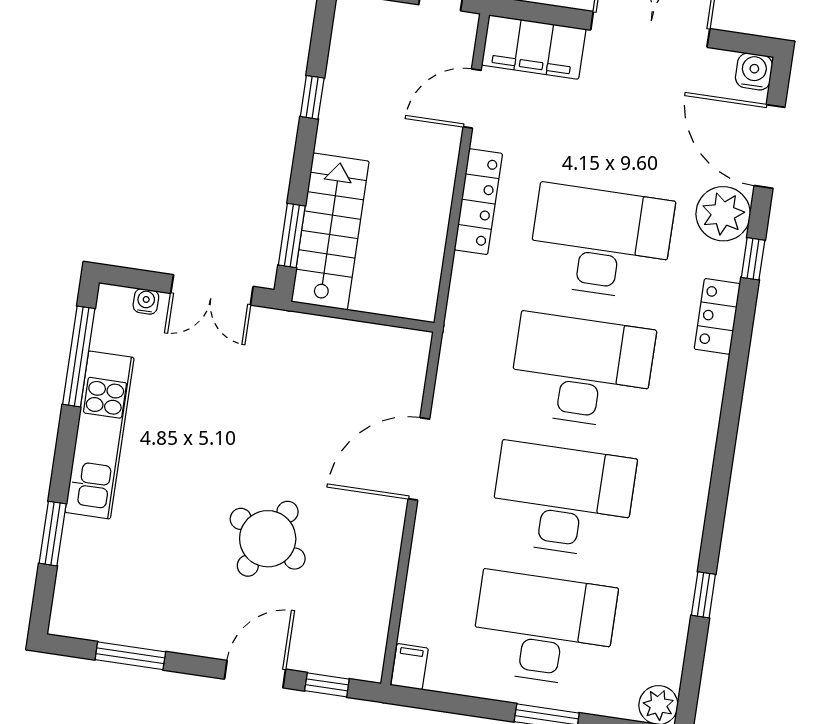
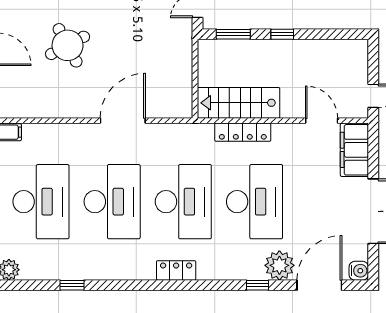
window: (312, 97) -> (282, 34), moved
locker: (478, 202) -> (243, 132), moved
stairs: (330, 232) -> (238, 103), moved, turned 180
locker: (717, 316) -> (176, 270), moved
door: (419, 459) -> (123, 121), hinge flipped
round table: (268, 539) -> (68, 45), turned 34

